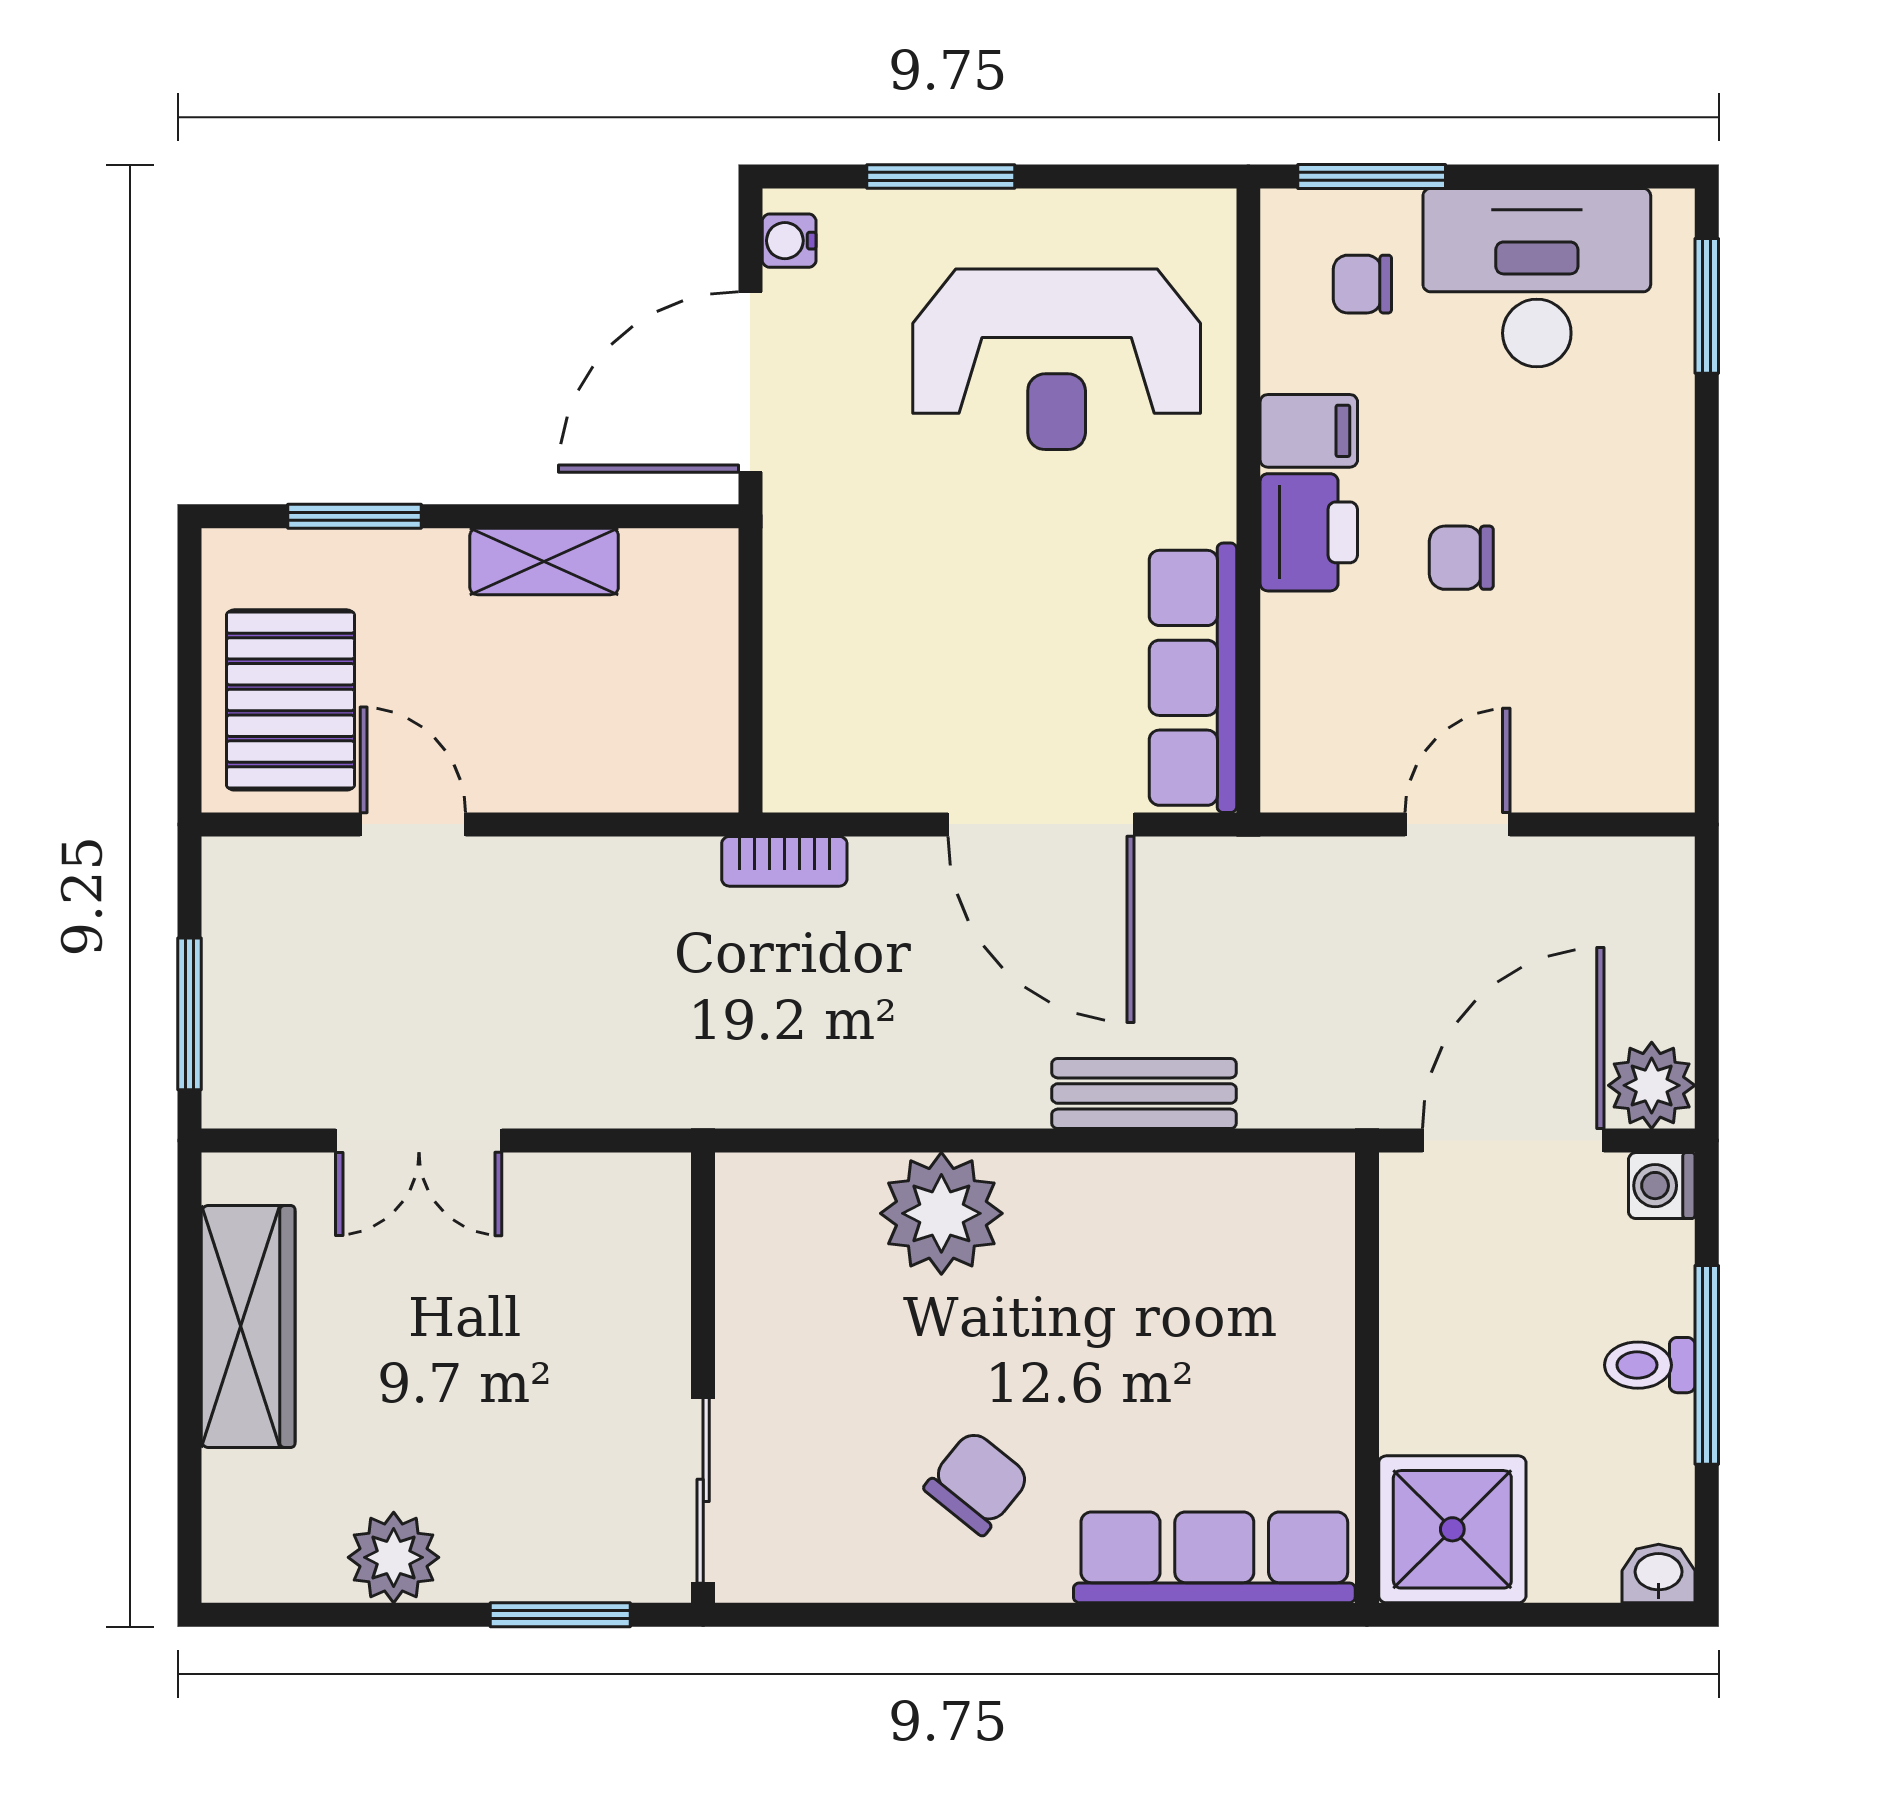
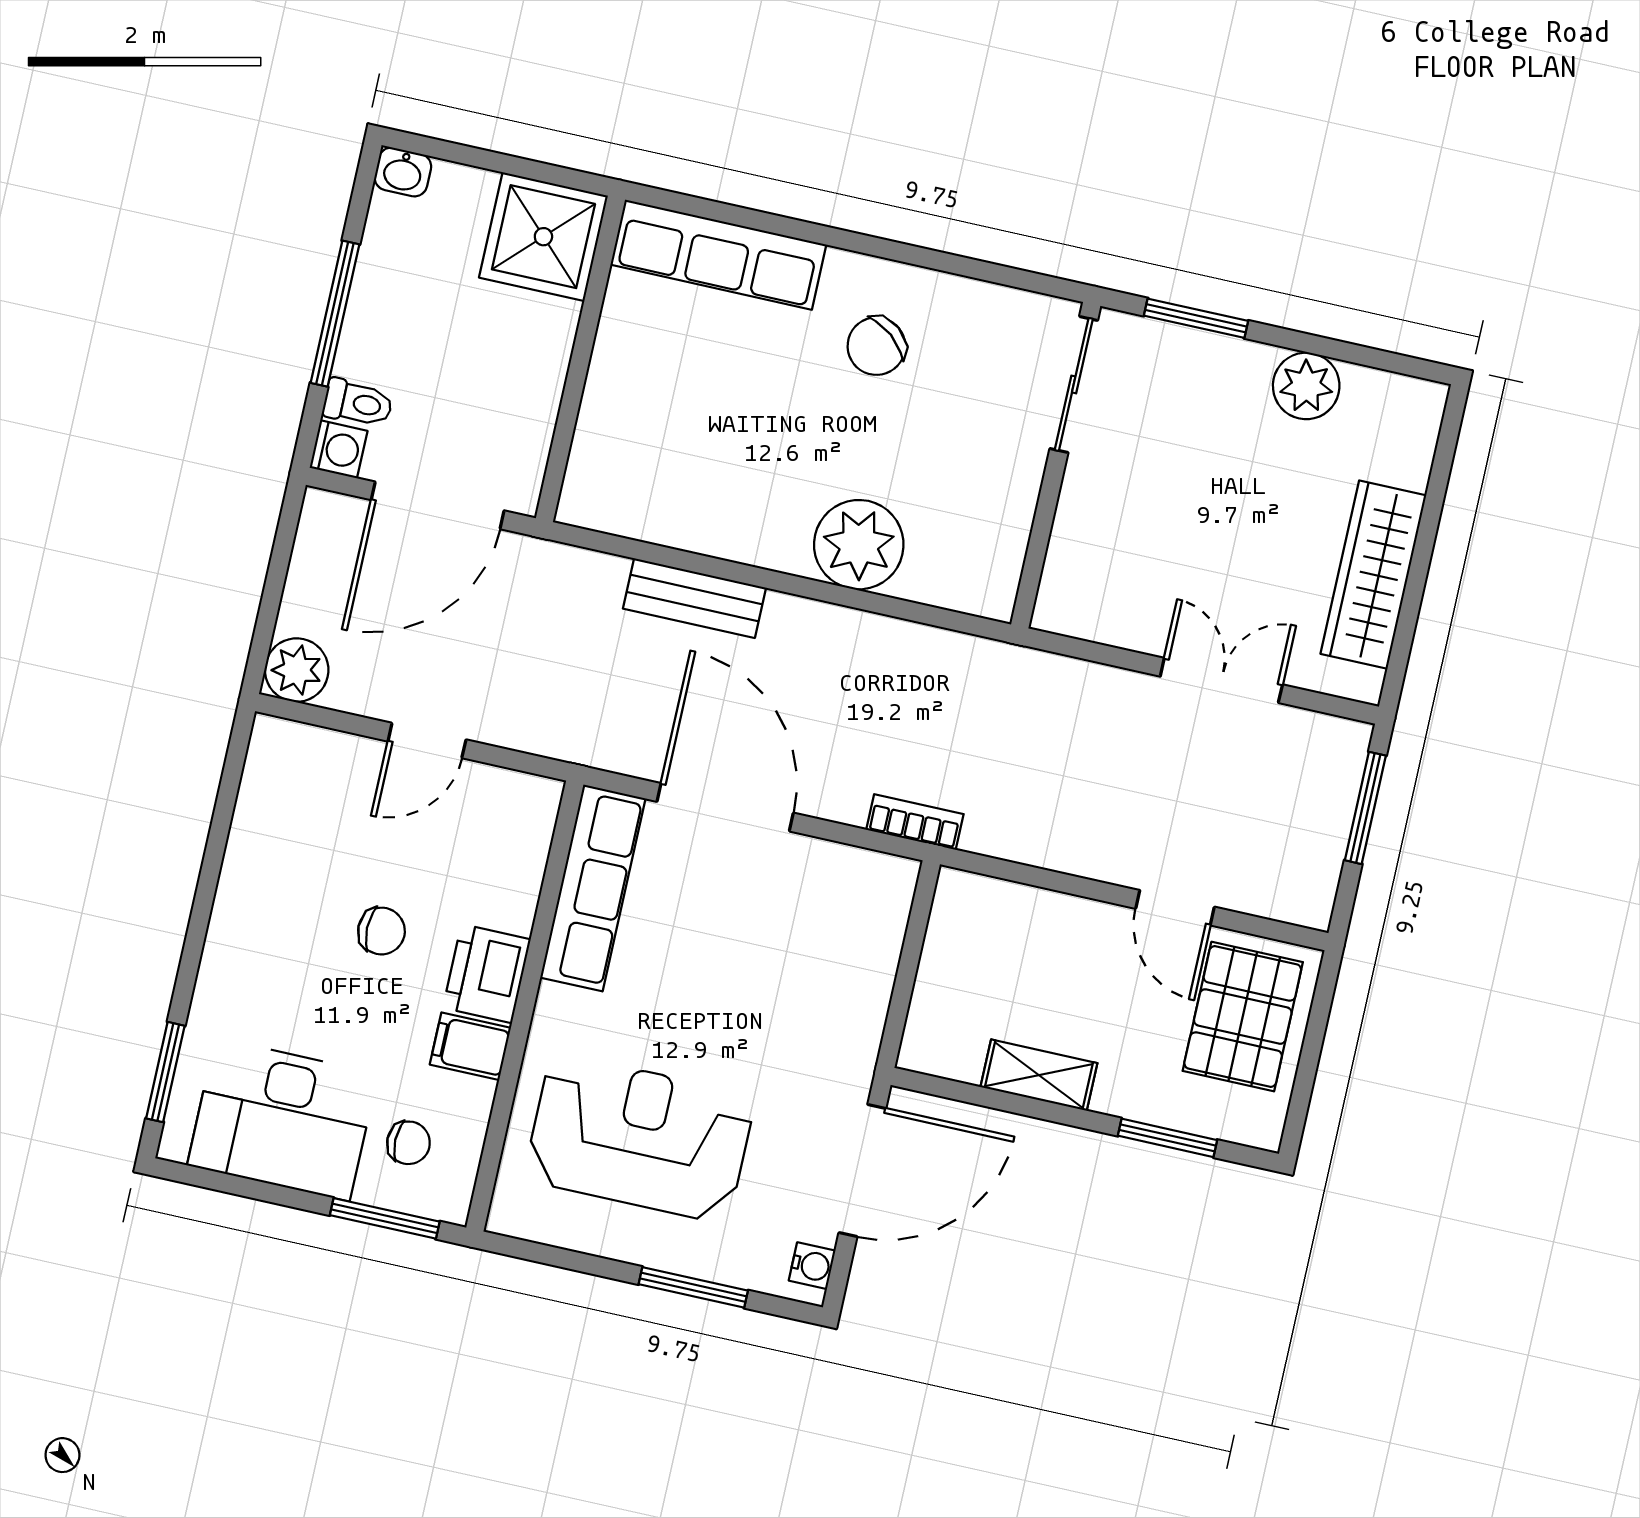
plant: (1652, 1085) -> (297, 670), moved
toilet: (1650, 1365) -> (358, 403), moved

